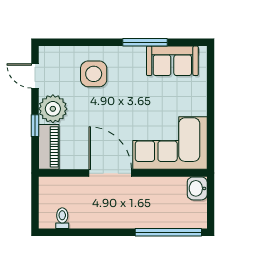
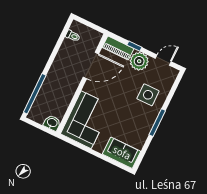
window: (145, 42) -> (157, 123), moved
sofa: (172, 61) -> (122, 153), moved, turned 90
door: (110, 173) -> (91, 65), moved

